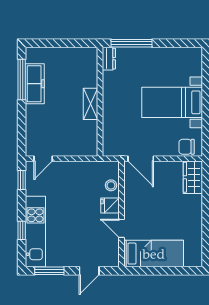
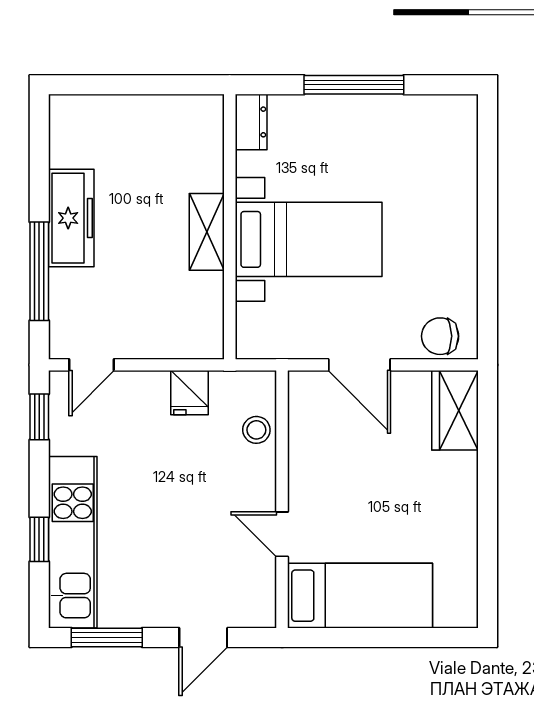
window: (132, 43) -> (354, 85), moved
window: (22, 80) -> (39, 271), moved
freezer: (35, 84) -> (71, 218), moved
bed with nightstands: (172, 102) -> (309, 239), moved, turned 180
door: (141, 159) -> (359, 365), moved
fridge: (110, 206) -> (190, 393), moved, turned -90

